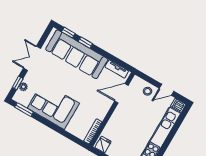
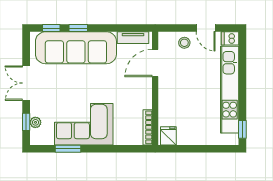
door: (166, 90) -> (206, 28), hinge flipped
window: (24, 110) -> (68, 149), moved

